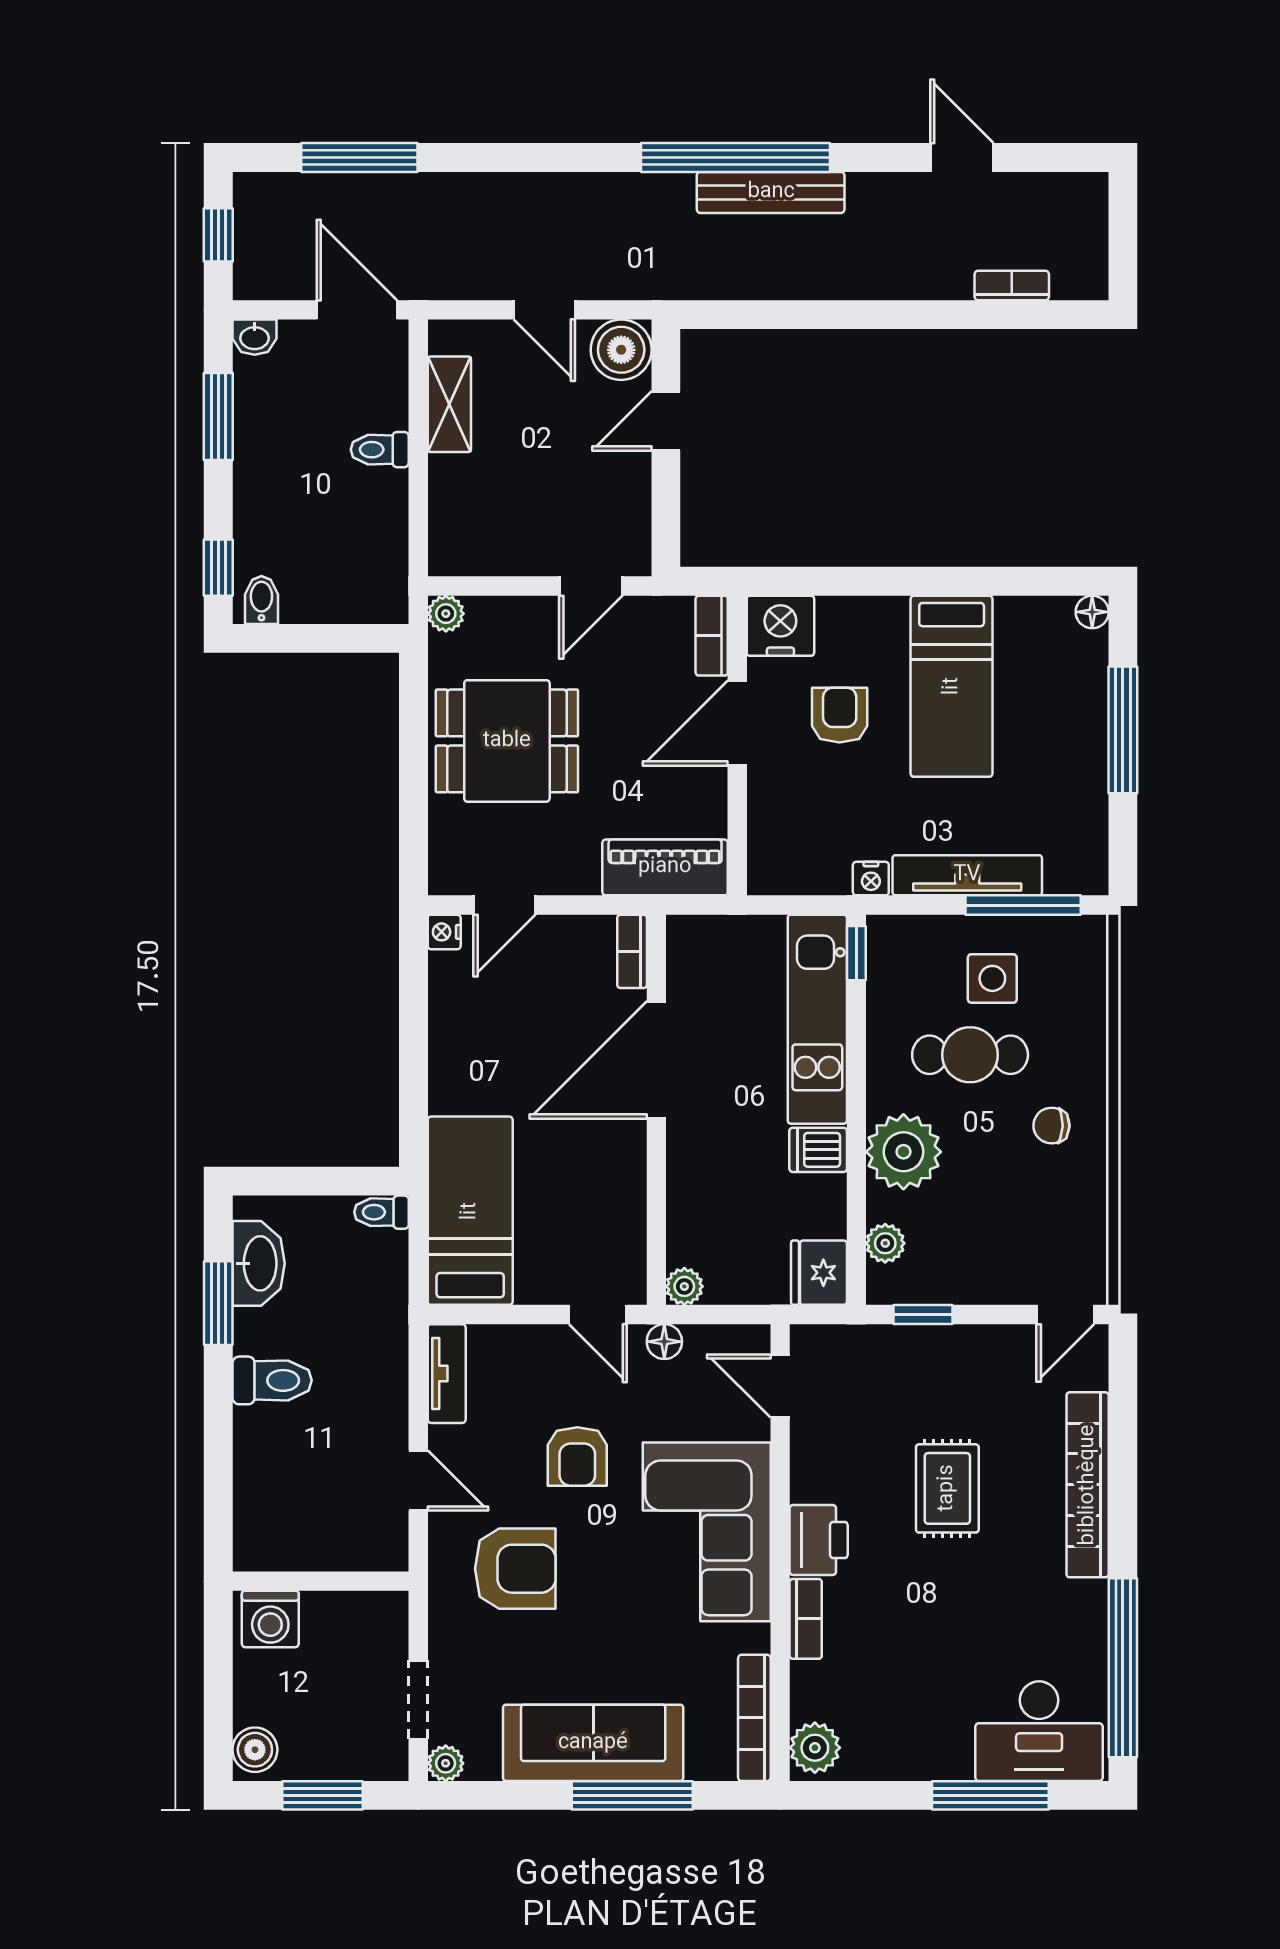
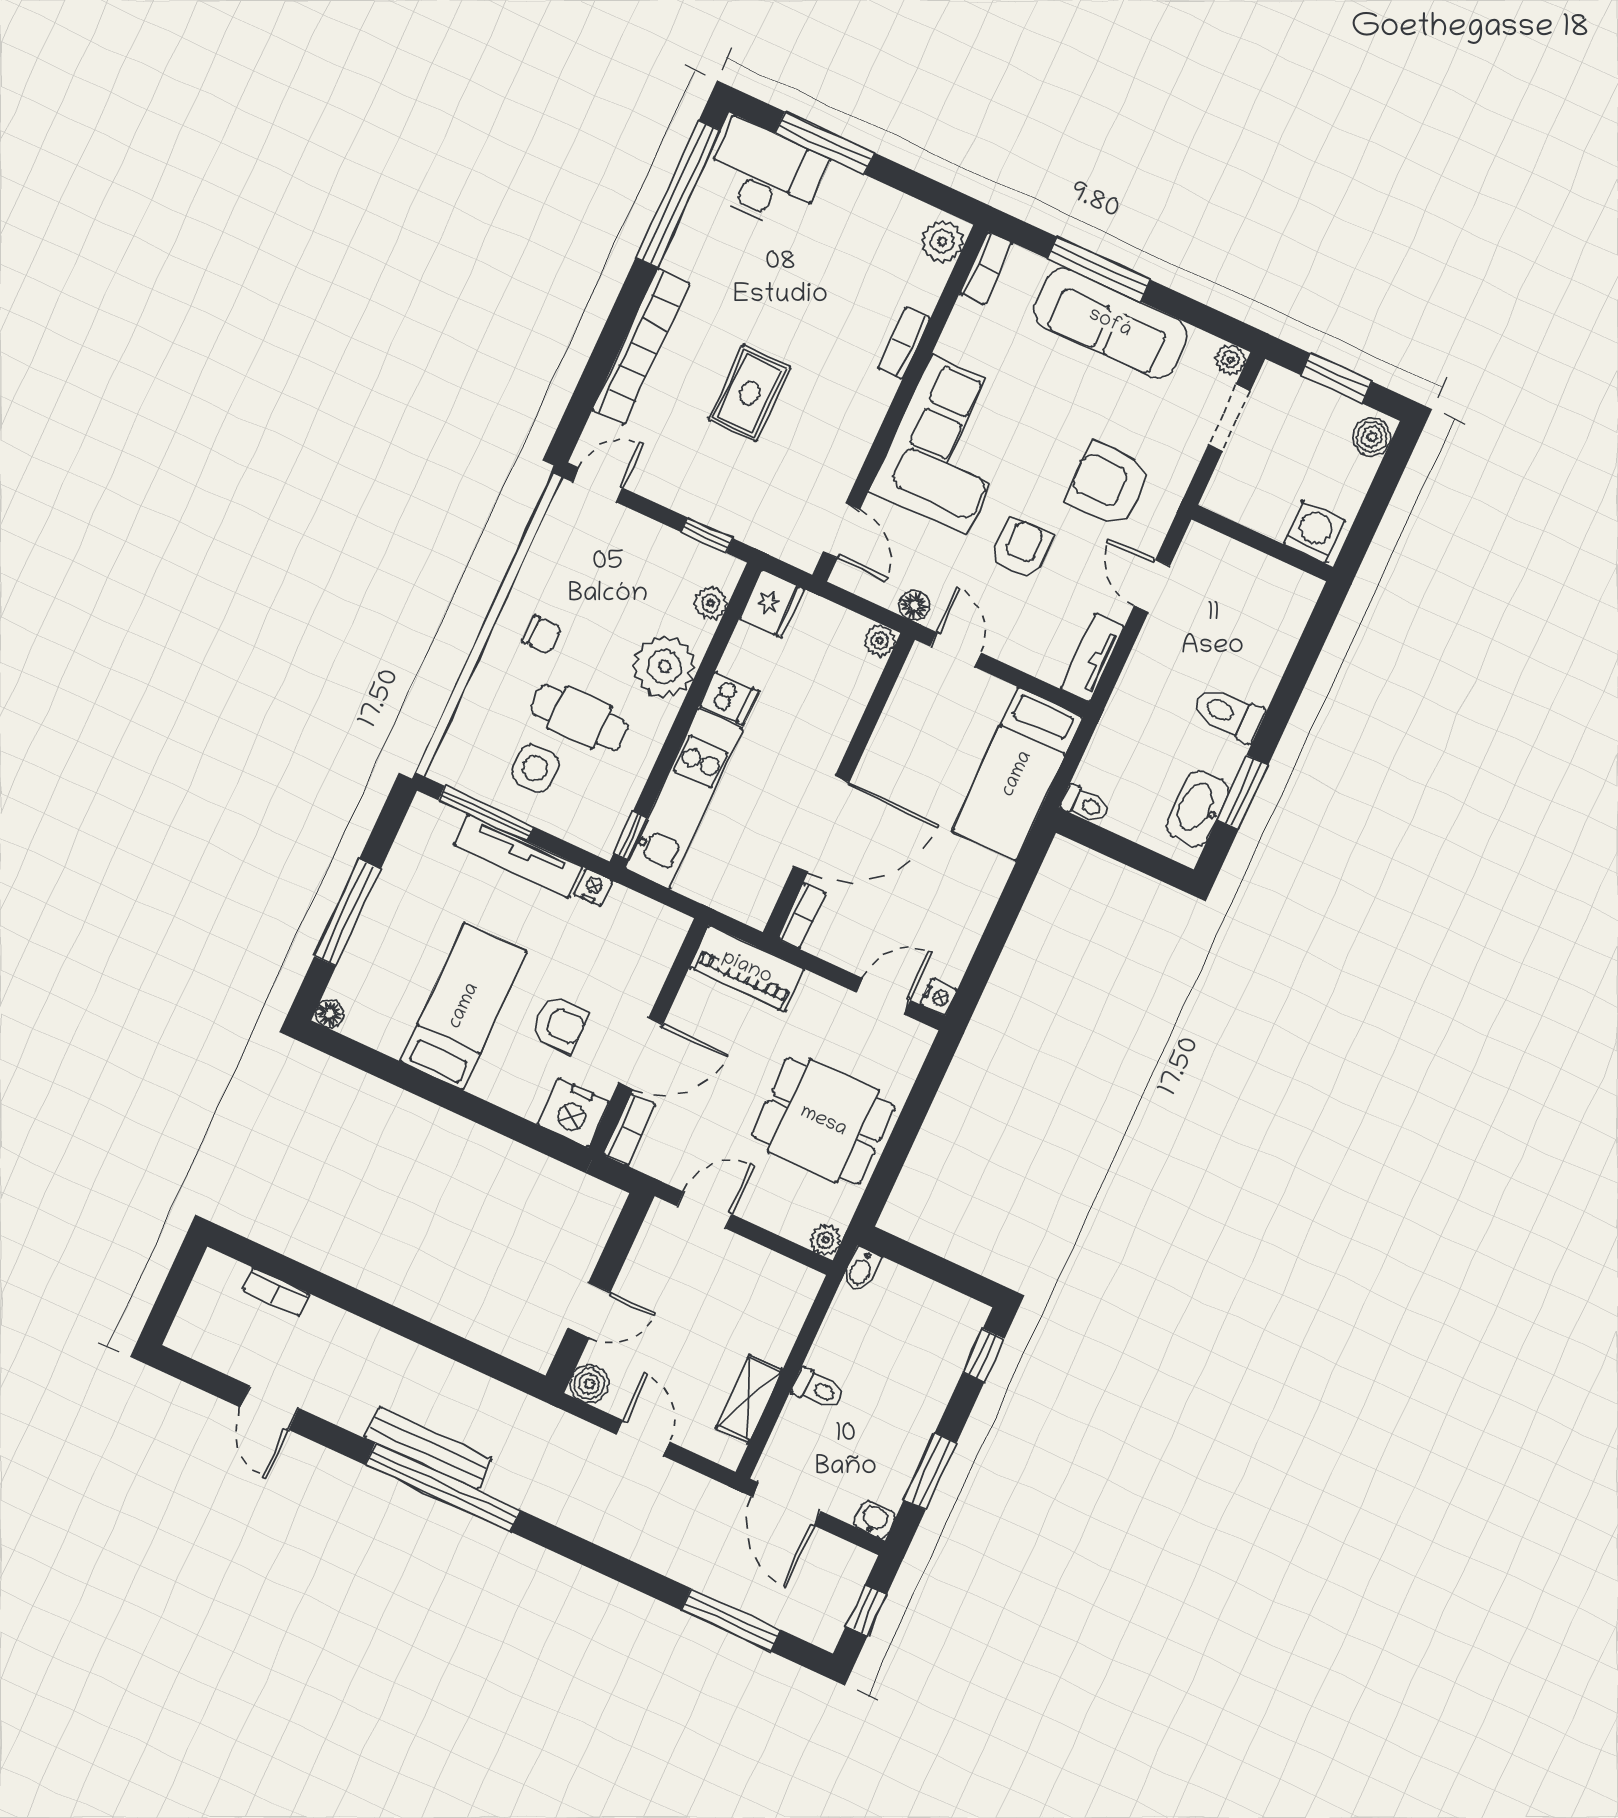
boiler: (621, 350) -> (589, 1384), width x0.73, depth x0.73
bidet: (261, 600) -> (862, 1269), moved
armchair: (840, 715) -> (559, 1024), turned -90
printer: (819, 1540) -> (866, 399), removed
bookcase: (754, 1718) -> (986, 268), width x0.64

